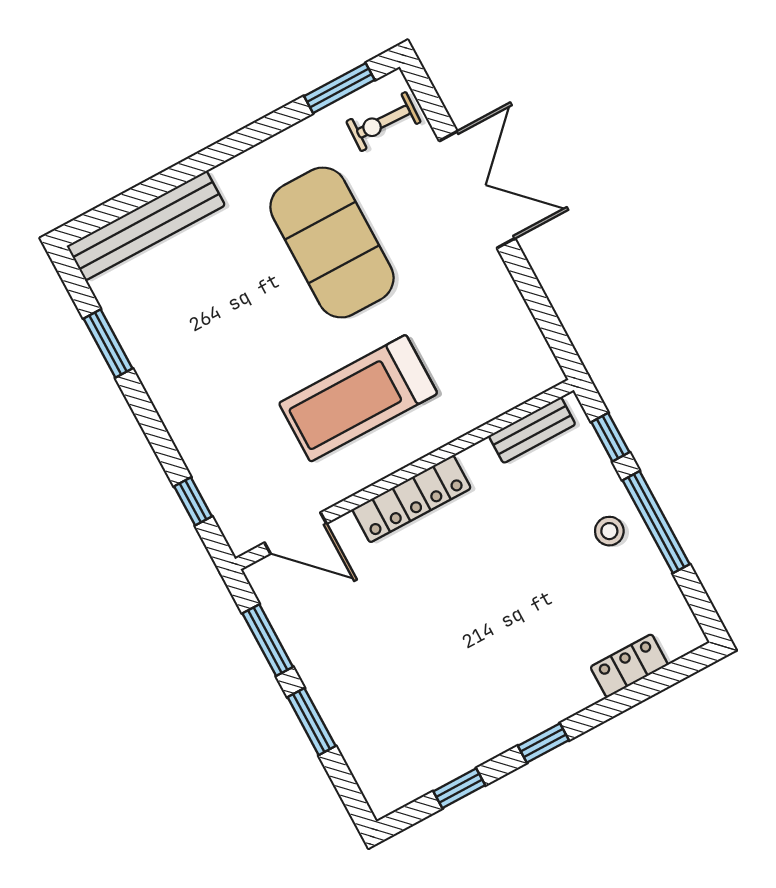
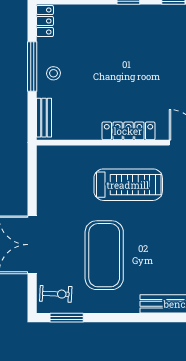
bench: (532, 430) -> (44, 118), moved, turned 90
window: (610, 437) -> (32, 112), removed
locker: (629, 666) -> (45, 21), moved, turned -90

